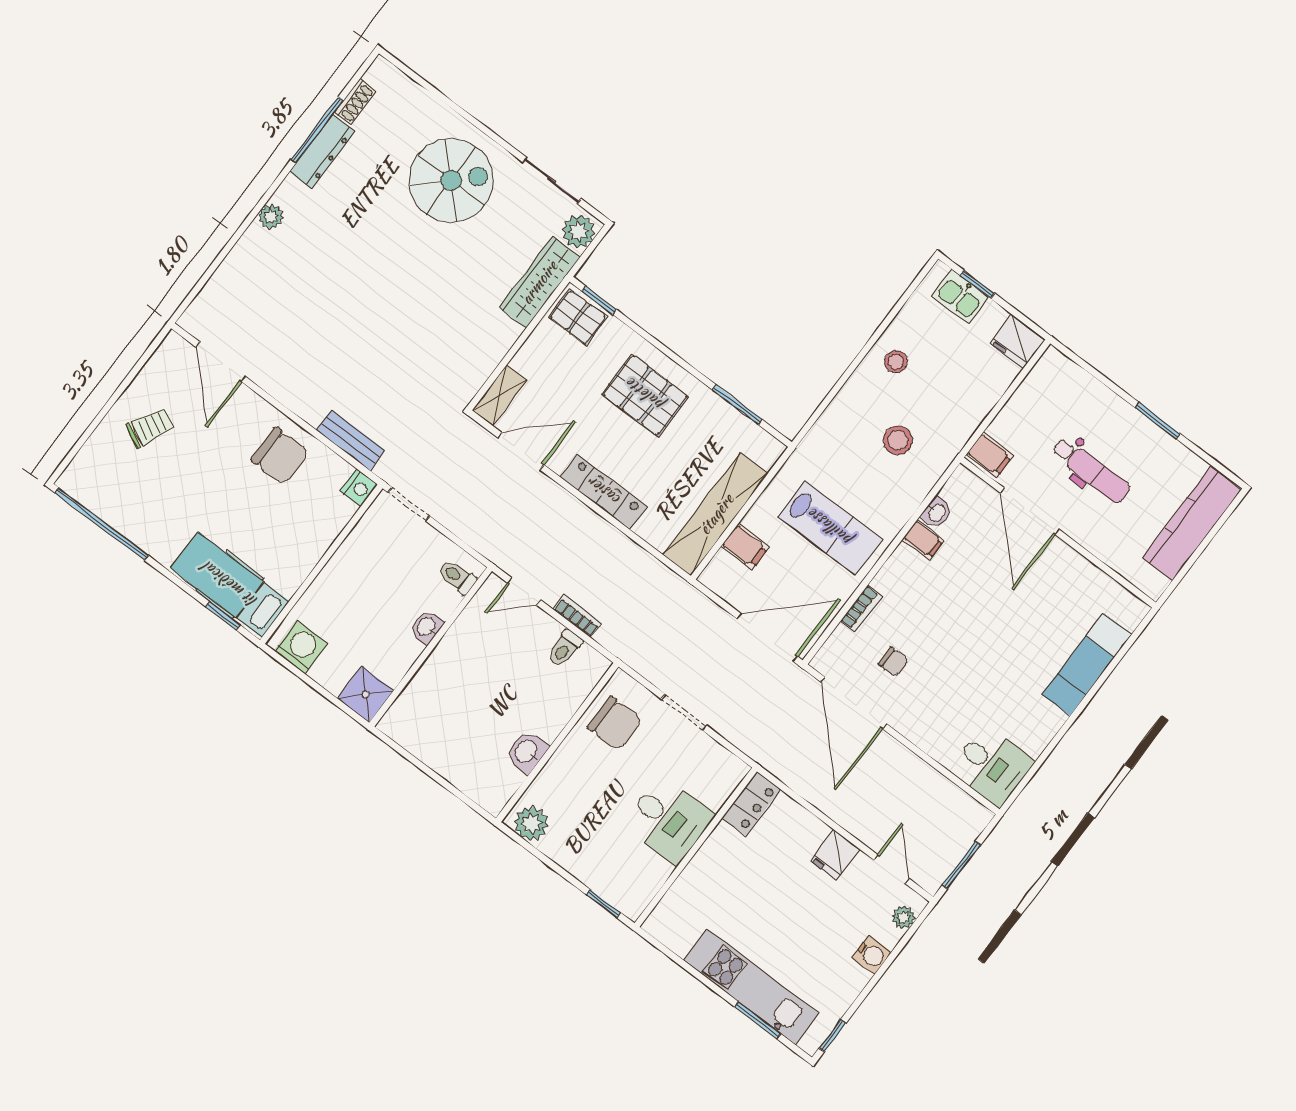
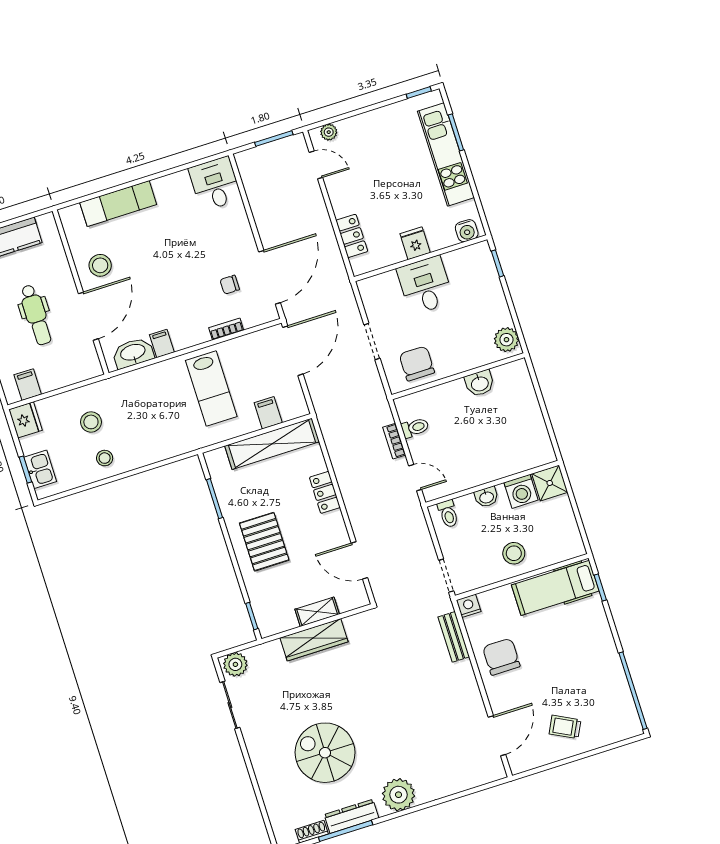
spiral stairs: (451, 180) -> (325, 753), moved
plant: (271, 217) -> (399, 795), width x1.88, depth x1.88
wardrobe: (539, 282) -> (314, 640), moved
pallet: (578, 317) -> (271, 615), removed
shelving: (499, 395) -> (317, 612), moved
stool: (898, 440) -> (91, 422), moved
filing cabinet: (990, 455) -> (28, 385), moved
dental chair: (1091, 470) -> (36, 315), turned 180
locker: (604, 492) -> (325, 492), width x0.66
washbasin: (937, 513) -> (133, 353), width x1.91, depth x1.45
lab bench: (830, 528) -> (211, 389), turned 180
stool: (1057, 579) -> (100, 265), added
hospital bed: (230, 585) -> (555, 588), moved, turned 90
stool: (350, 585) -> (514, 553), added
door: (767, 638) -> (293, 351), swing flipped
washing machine: (301, 647) -> (521, 491), moved, turned -90
chair: (893, 662) -> (230, 285), turned -90
locker: (751, 804) -> (352, 236), moved, turned 90
fridge: (836, 855) -> (415, 243), moved, turned -90
door: (892, 869) -> (316, 165), swing flipped
water cooler: (872, 955) -> (467, 231), moved, turned 180

